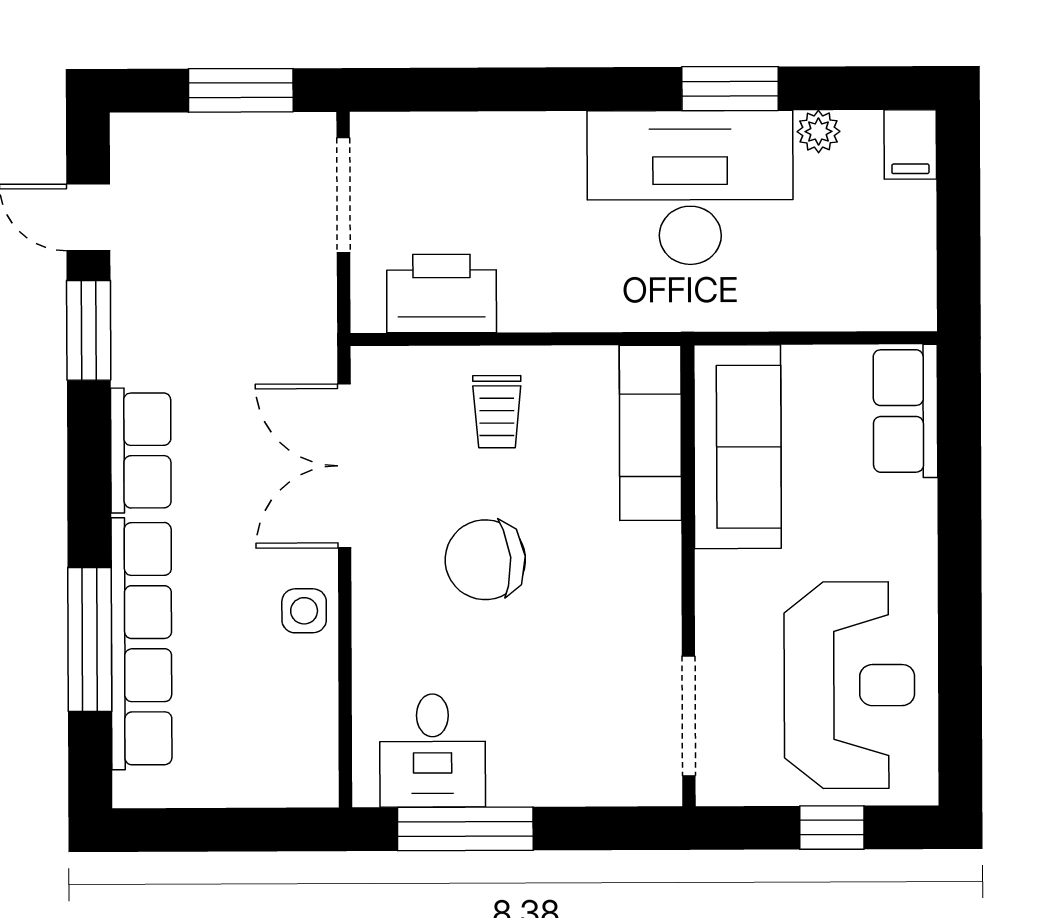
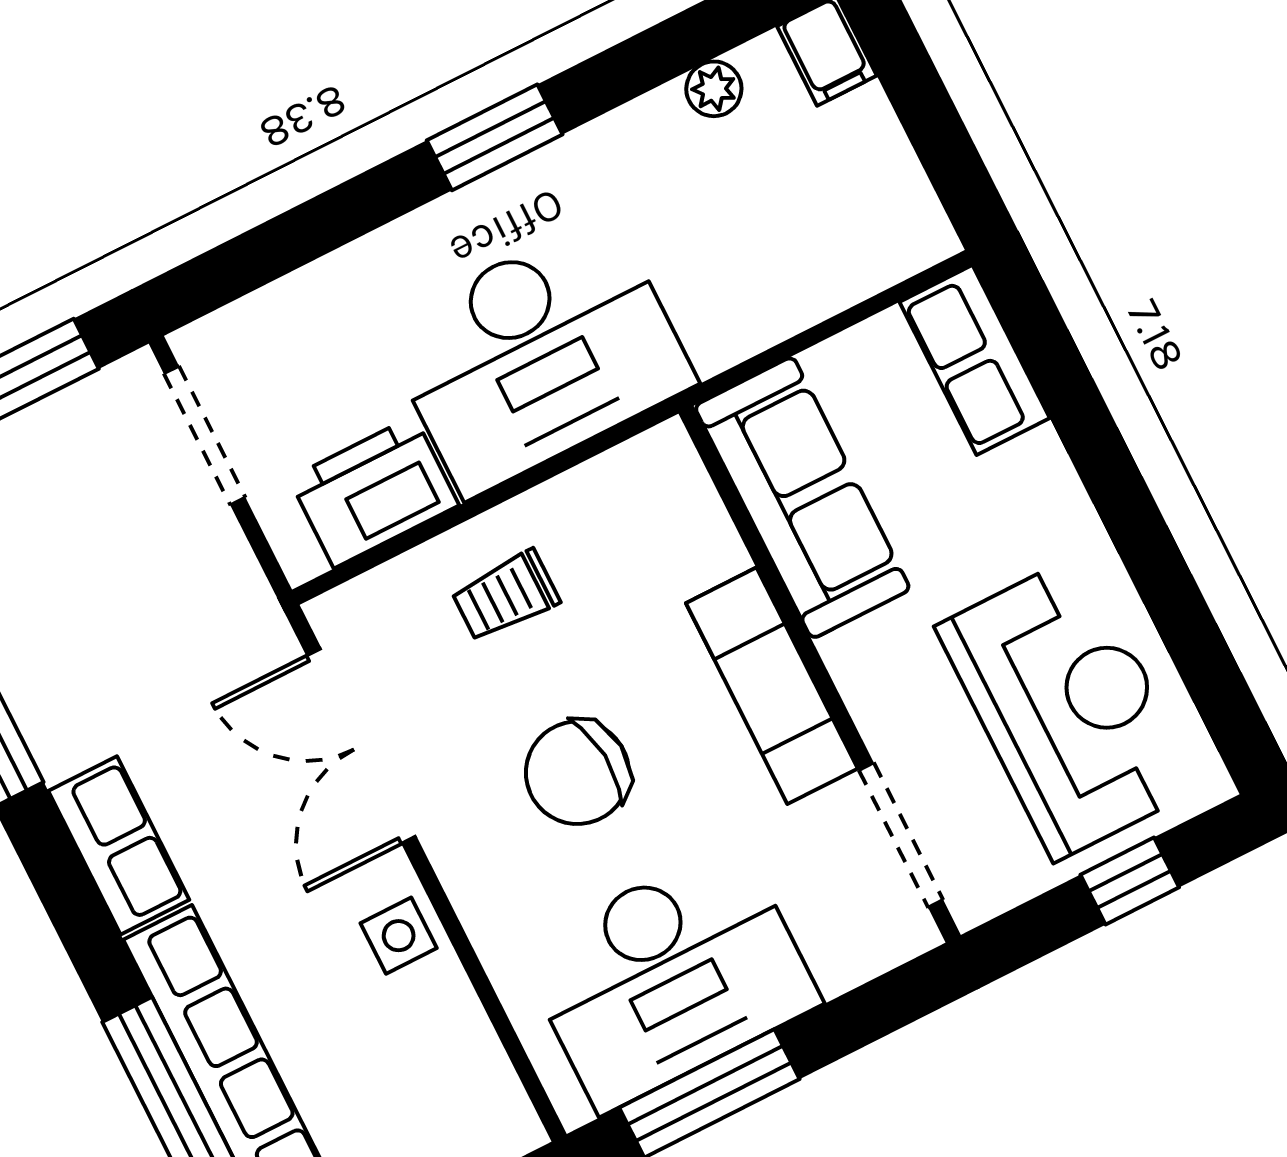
window: (730, 89) -> (495, 137), moved
desk: (690, 188) -> (538, 355), moved, turned 180
trolley: (497, 412) -> (505, 596), turned 90
exam couch: (650, 433) -> (772, 686), moved
desk: (433, 750) -> (669, 976), width x1.87, depth x1.30

